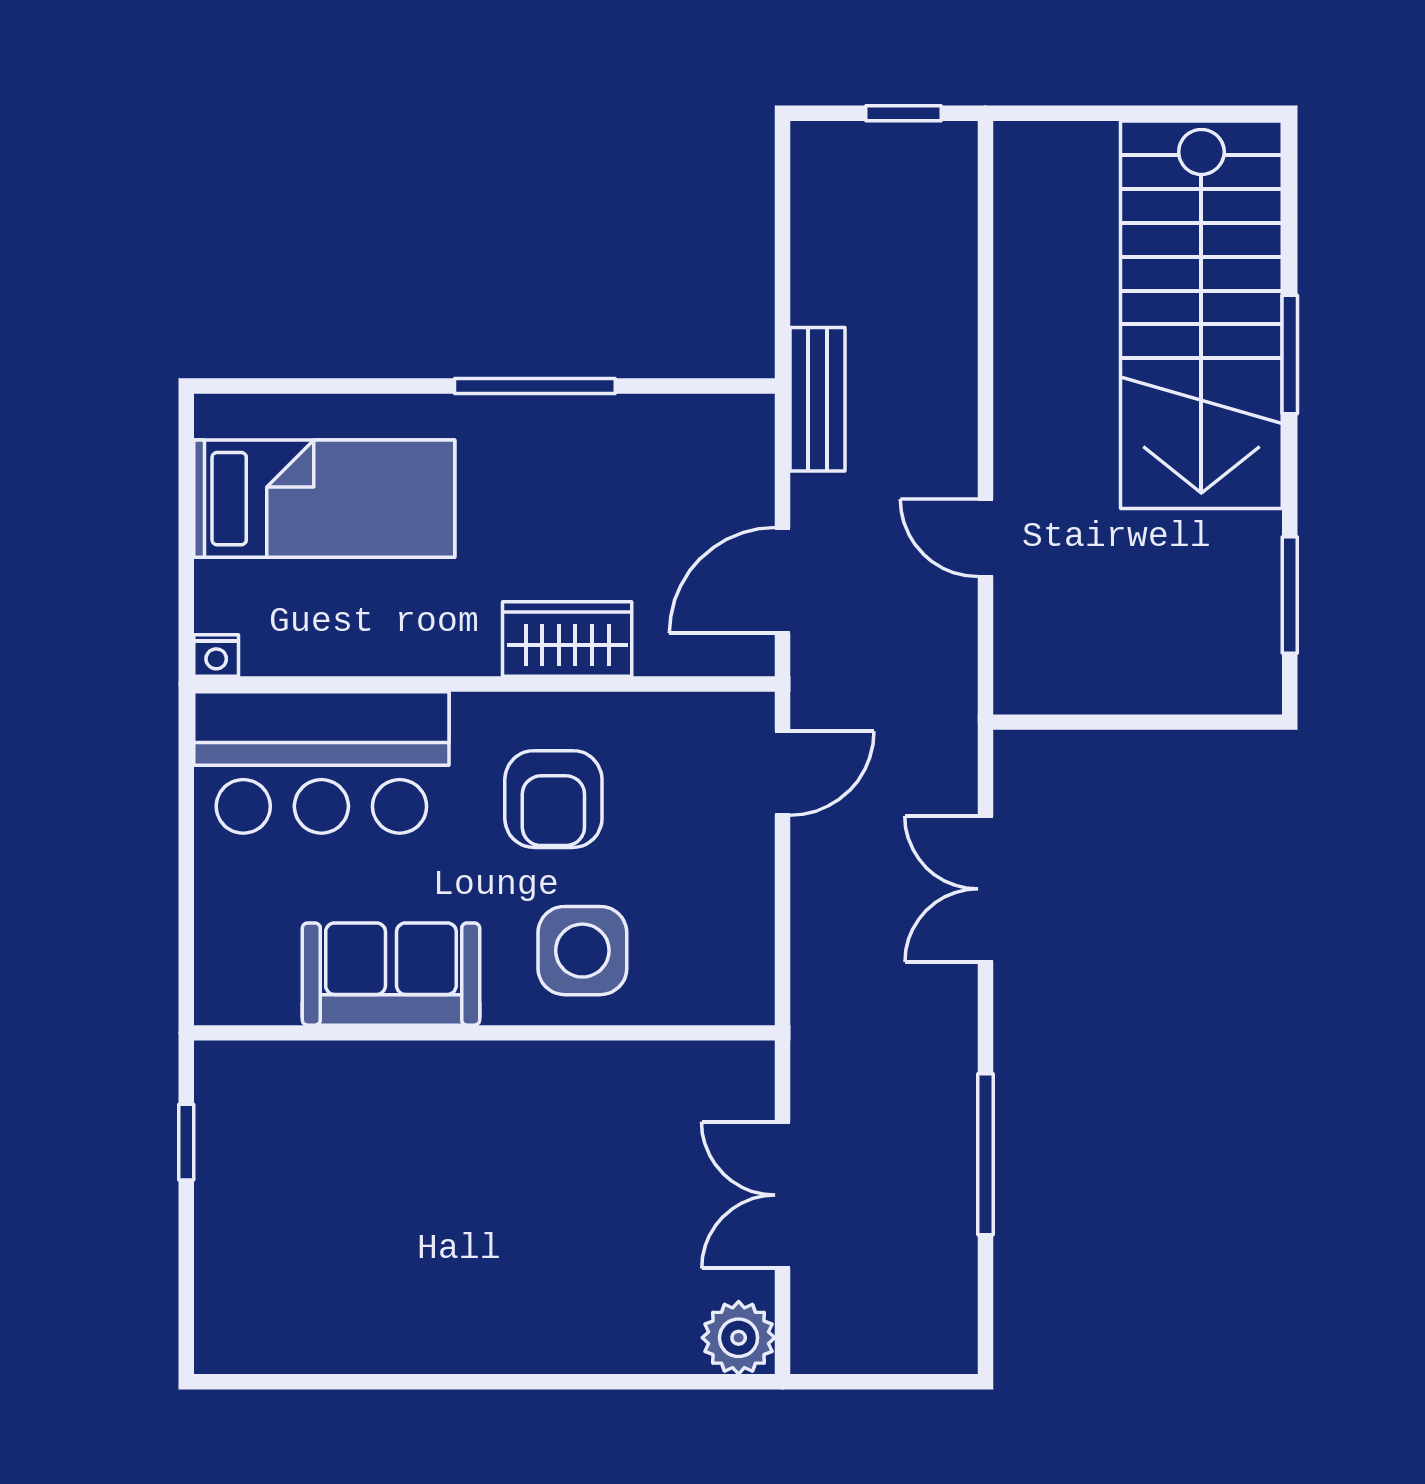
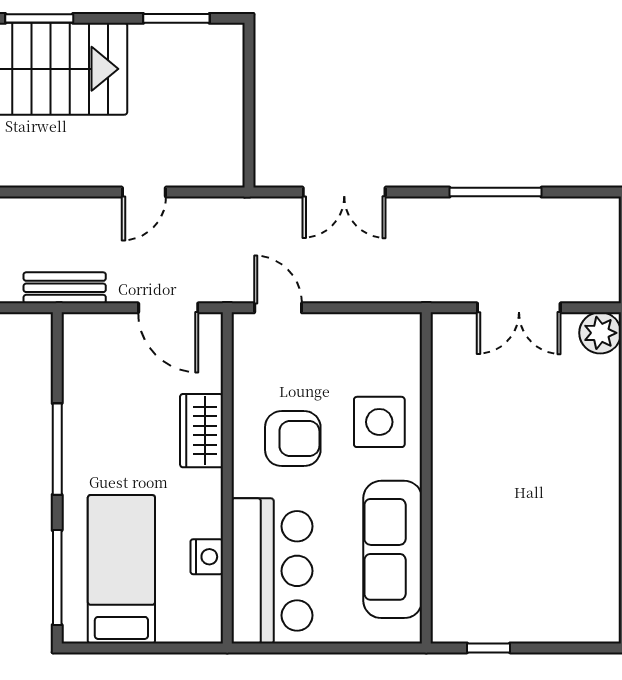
window: (310, 386) -> (57, 578), added
nightstand: (216, 655) -> (207, 557), moved, width x1.39, depth x1.35
sofa: (391, 974) -> (393, 549), width x1.36

